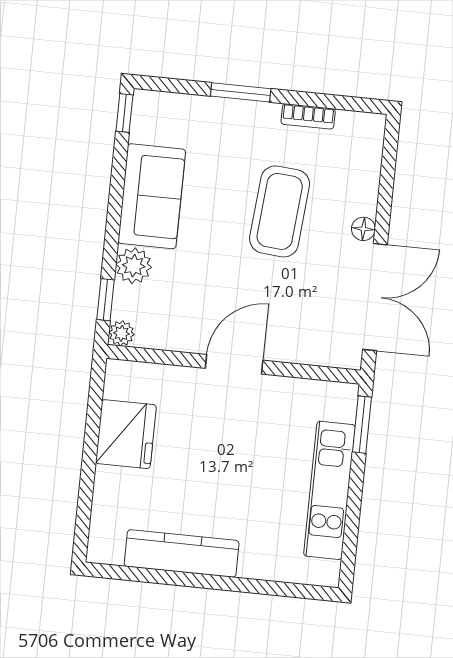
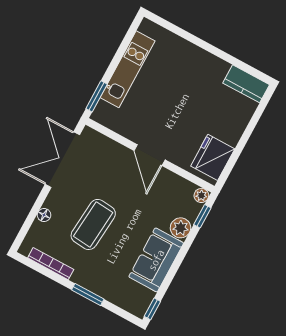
bookcase: (308, 116) -> (51, 264), width x1.56
floor lamp: (363, 229) -> (44, 215), moved
door: (234, 364) -> (150, 155), hinge flipped
fridge: (126, 434) -> (213, 157), moved
kitchen counter: (182, 554) -> (246, 84), moved, width x0.67

